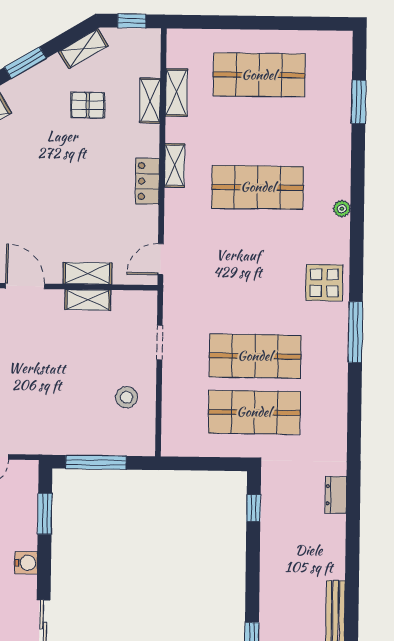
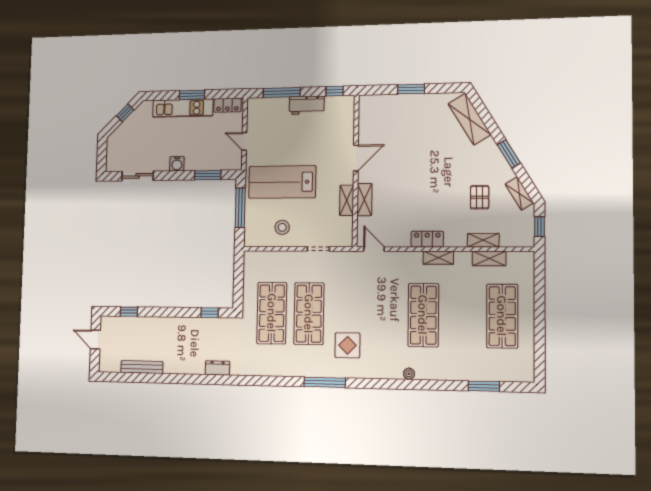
display table: (324, 283) -> (347, 345), moved
lab bench: (58, 398) -> (282, 182), added

